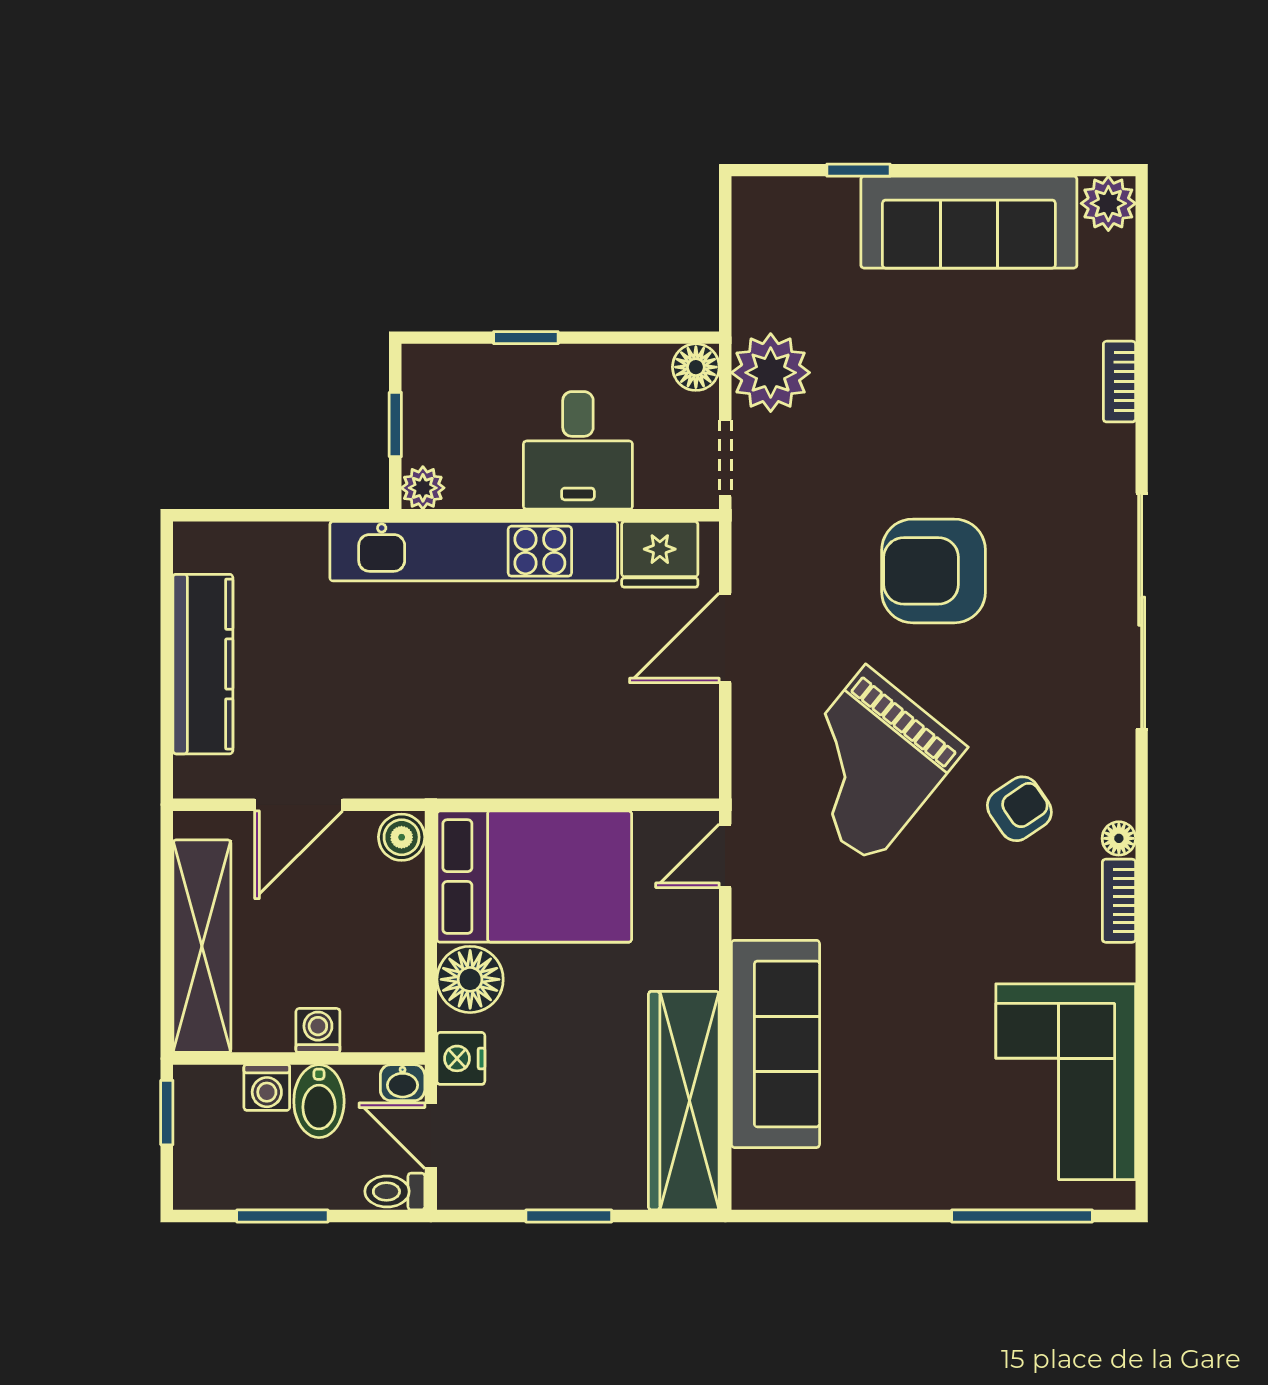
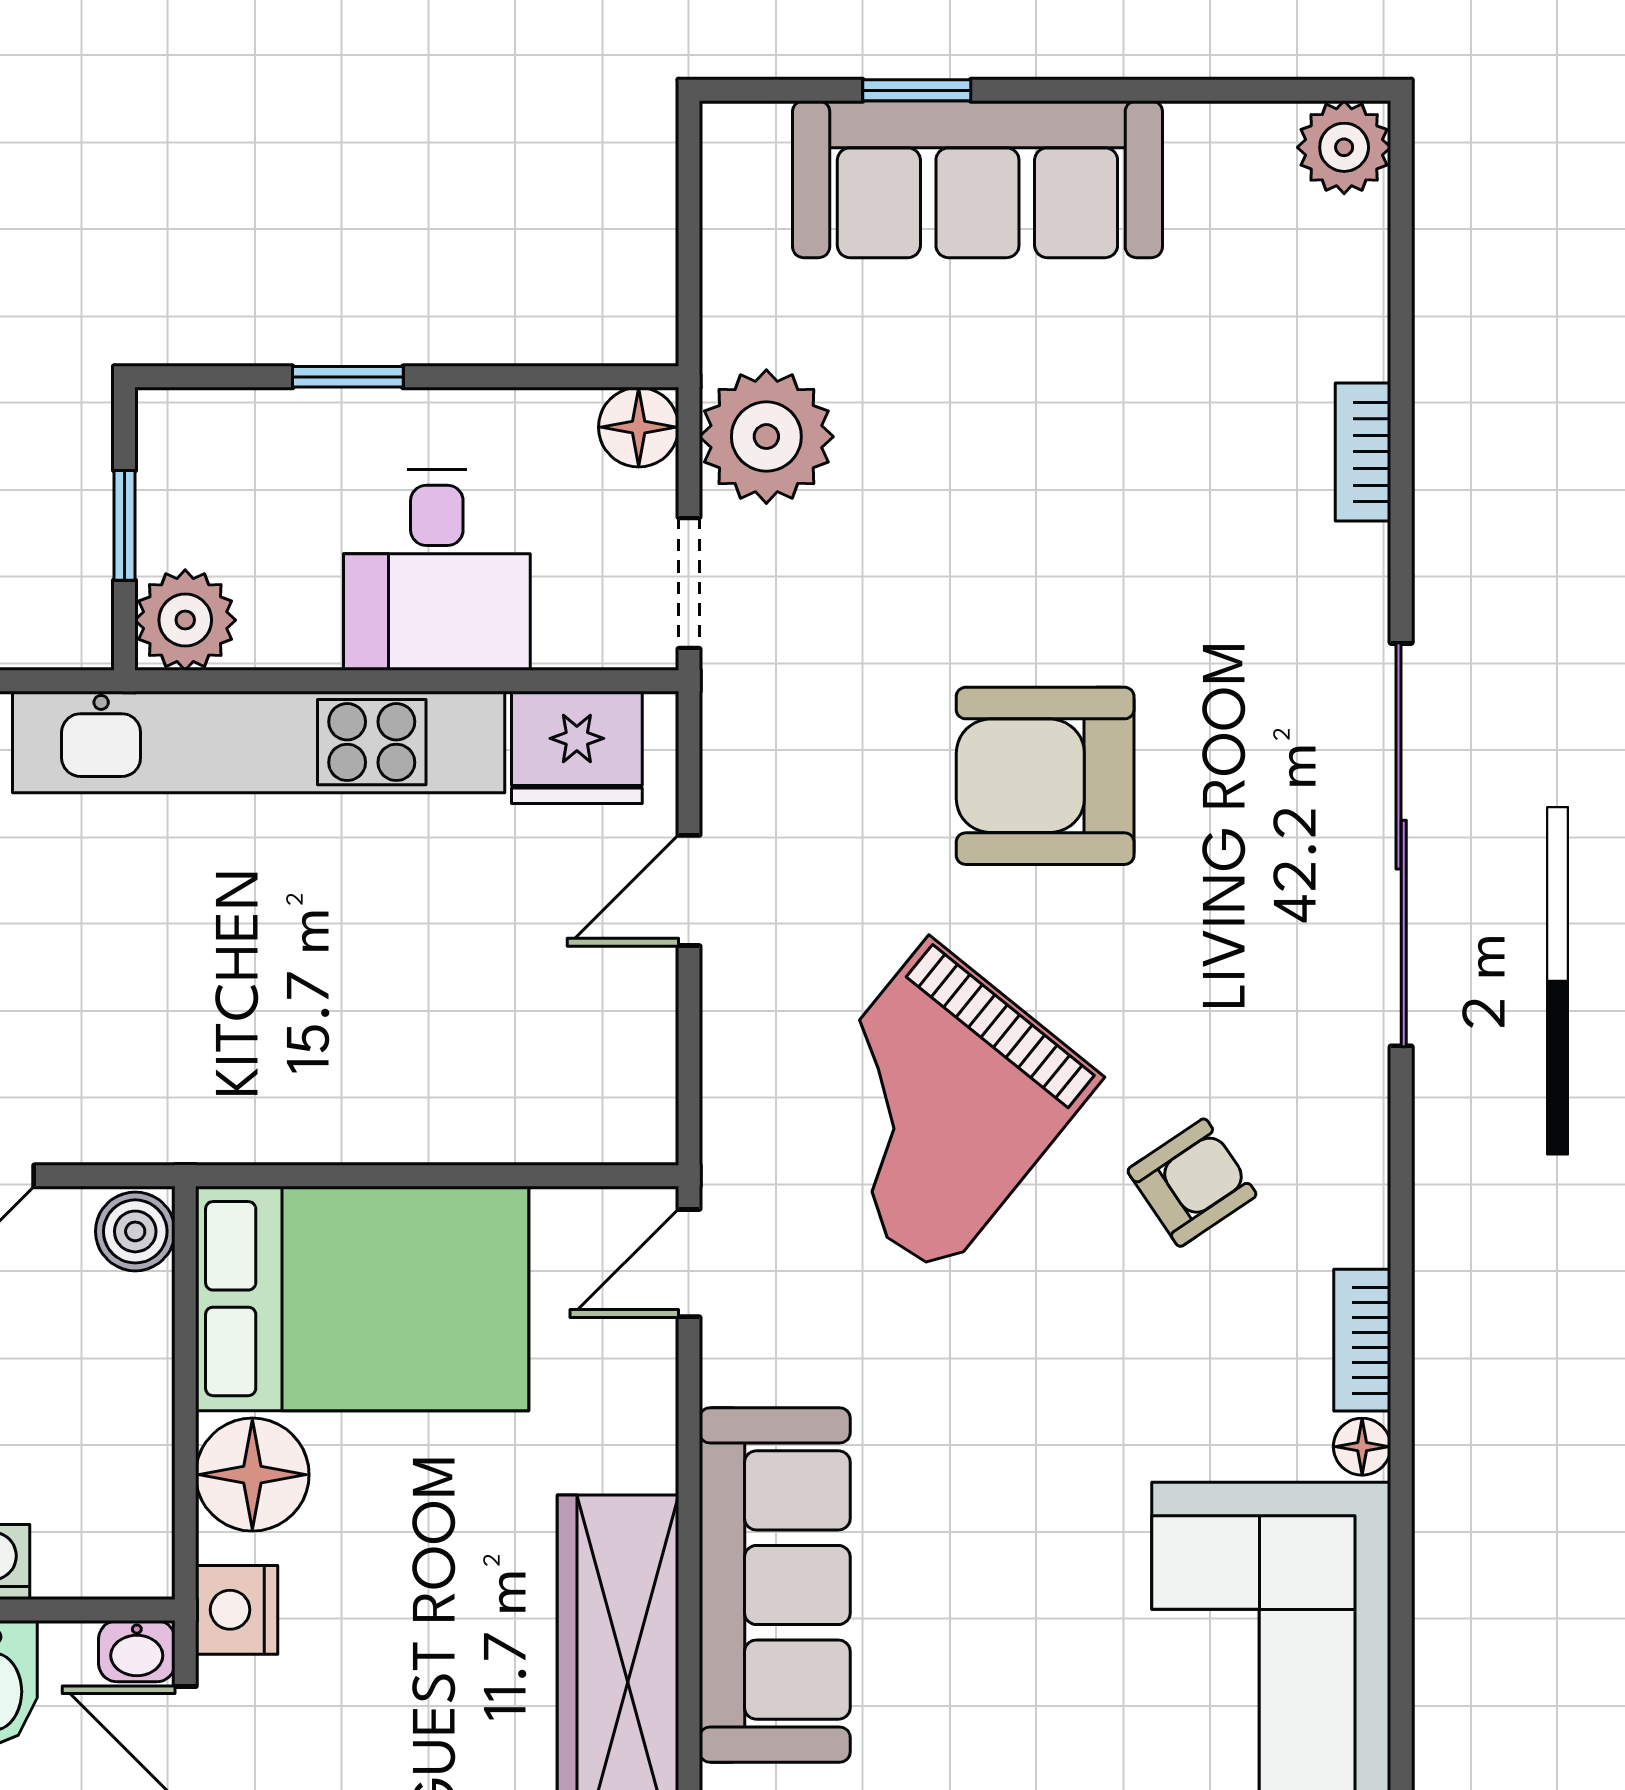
sofa: (969, 222) -> (977, 179), moved
plant: (423, 488) -> (185, 620), width x1.38, depth x1.38
door: (725, 638) -> (689, 890), width x0.73
floor lamp: (1119, 838) -> (1362, 1447), moved

